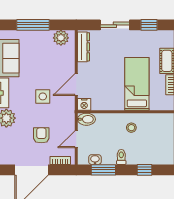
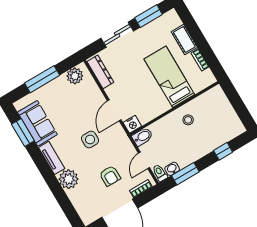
window: (149, 25) -> (148, 16), width x1.50
armchair: (41, 135) -> (110, 176), turned 180
toilet: (121, 157) -> (160, 173), moved

